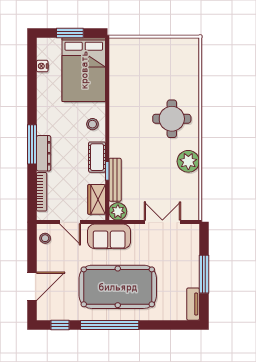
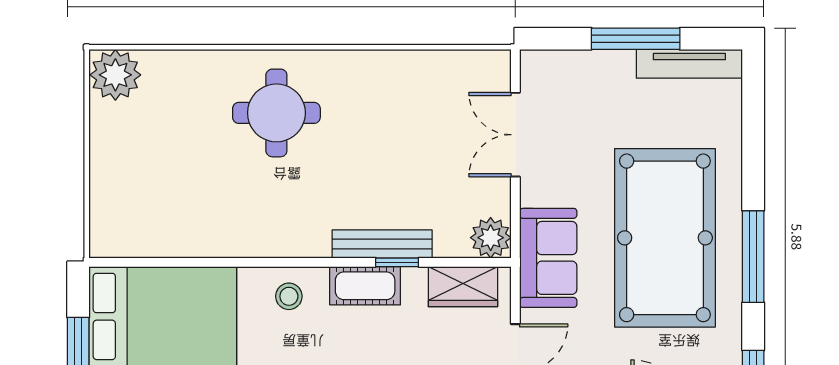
plant: (188, 161) -> (115, 75), moved
bench: (115, 180) -> (382, 244), moved
tv unit: (193, 304) -> (689, 64), width x1.41
window: (110, 325) -> (753, 257), width x0.68

